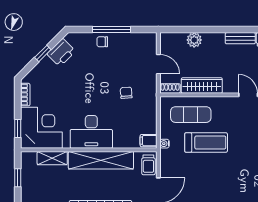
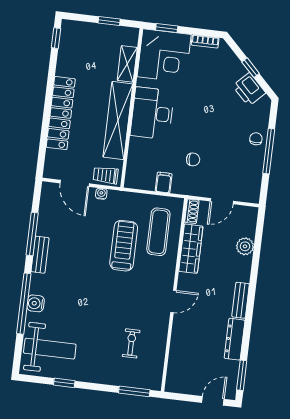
filing cabinet: (149, 141) -> (164, 182), moved
treadmill: (206, 143) -> (124, 246), turned 180
water cooler: (164, 144) -> (101, 194), moved

